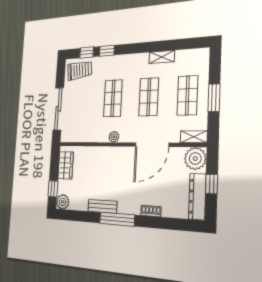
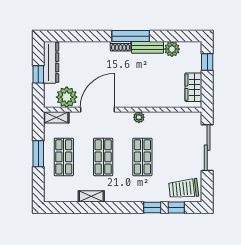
plant: (195, 159) -> (67, 97), moved
plant: (63, 202) -> (172, 49), moved
shoe rack: (151, 211) -> (121, 46), moved

